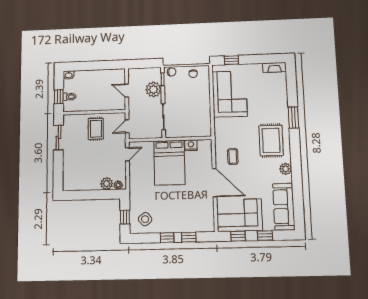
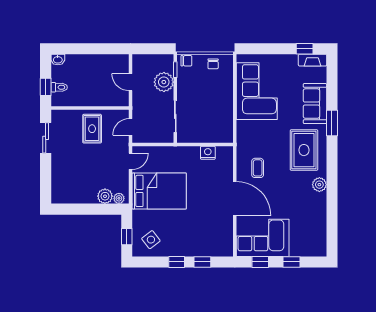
window: (231, 60) -> (305, 49), moved
bed: (169, 163) -> (159, 191), moved, turned -90
sofa: (284, 207) -> (315, 104), moved, width x0.73

